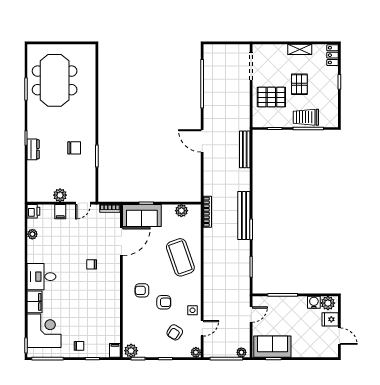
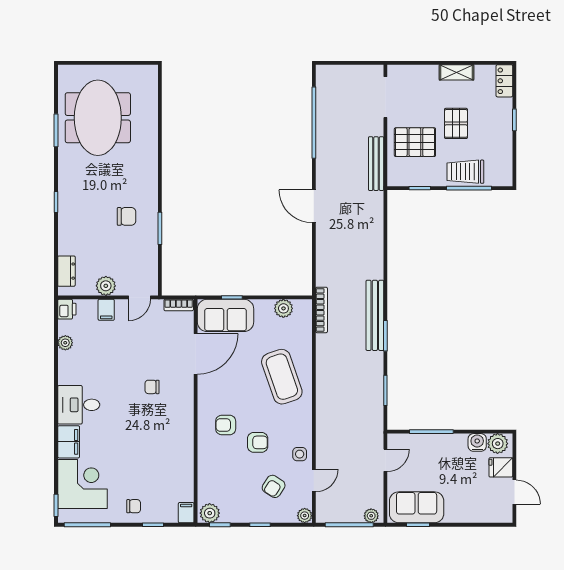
dresser: (33, 149) -> (66, 271), moved
bench: (245, 149) -> (376, 164), moved

